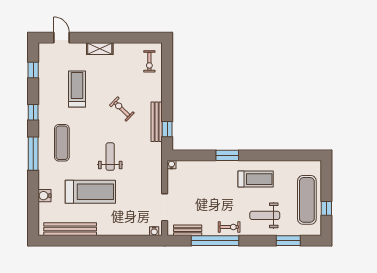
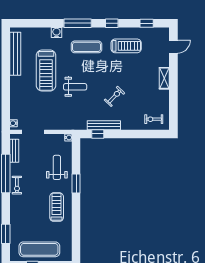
treadmill: (77, 89) -> (126, 46), moved
treadmill: (256, 179) -> (57, 207), turned 180
water cooler: (44, 196) -> (56, 33), moved
weight bench: (265, 215) -> (57, 167), moved

